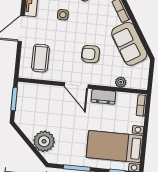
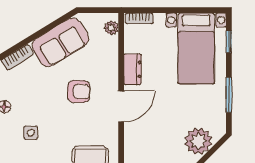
armchair: (91, 54) -> (79, 92), turned -90
plant: (121, 82) -> (111, 28), moved

